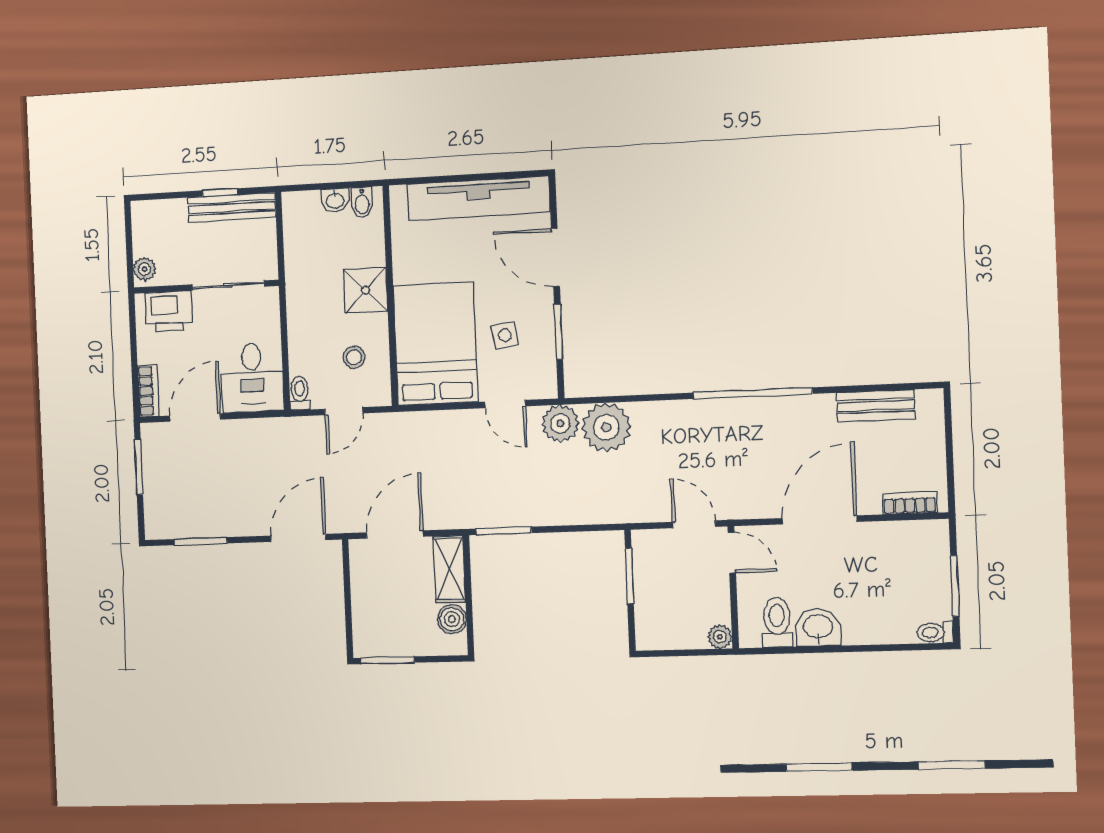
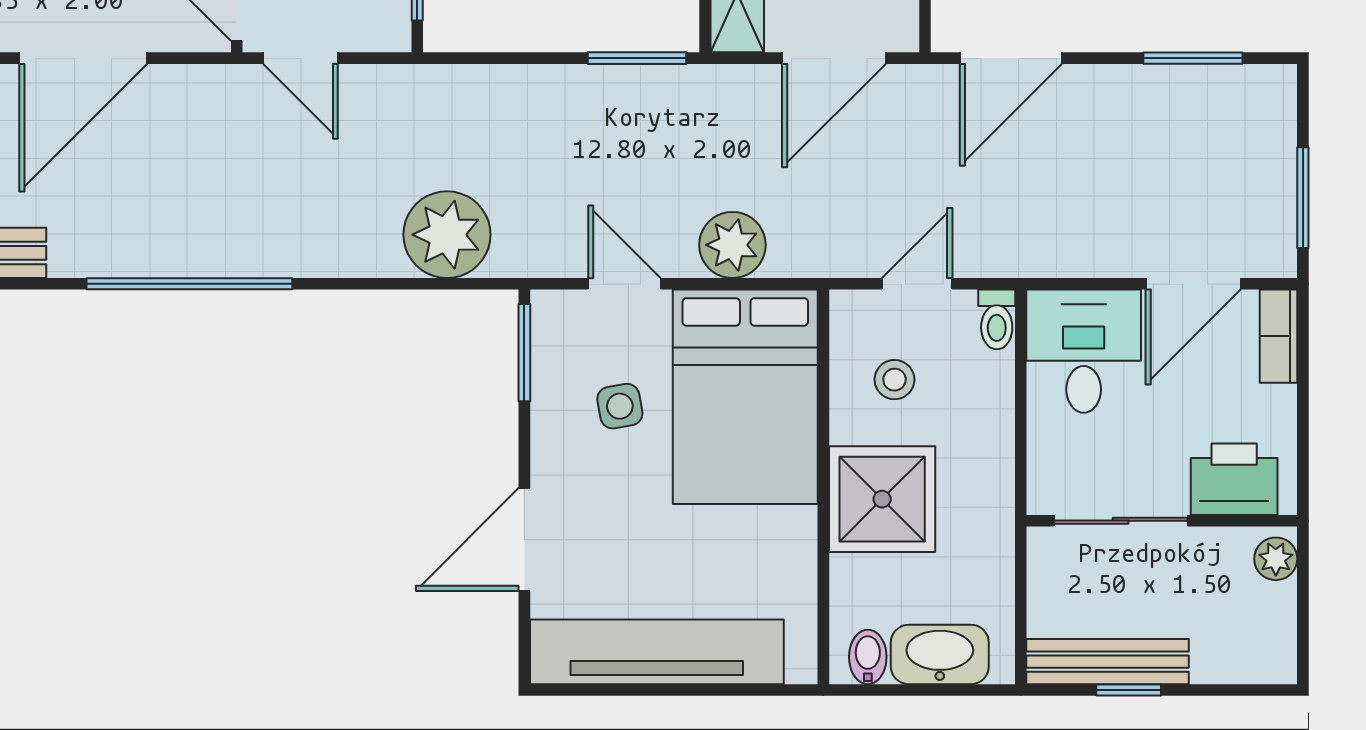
washbasin: (335, 200) -> (940, 654), width x1.91, depth x1.45
door: (555, 257) -> (524, 539), swing flipped
shower: (366, 290) -> (882, 499), width x1.36, depth x1.36
window: (559, 332) -> (524, 353), moved
plant: (560, 424) -> (732, 245), moved

